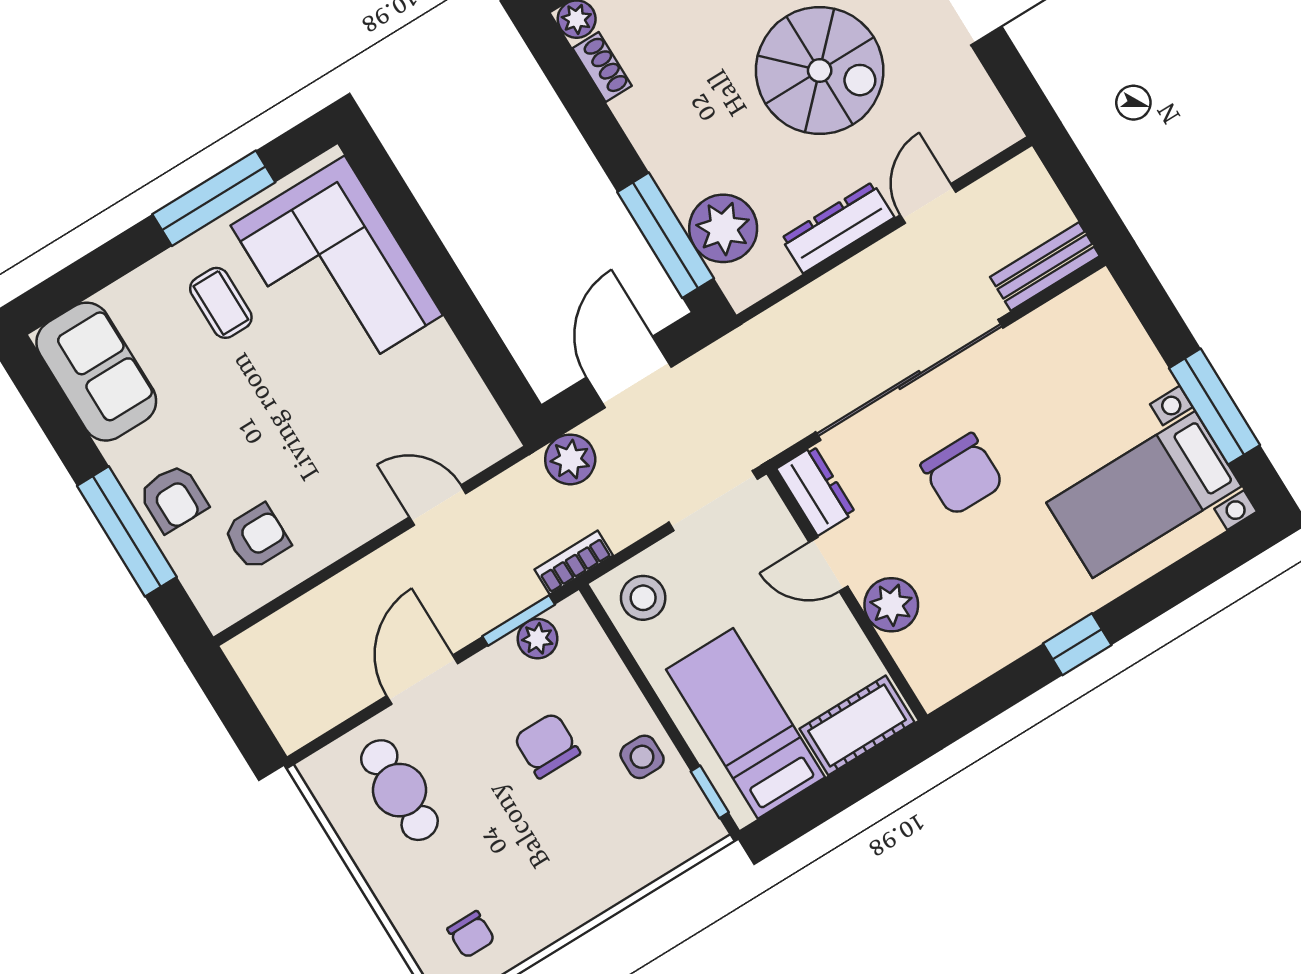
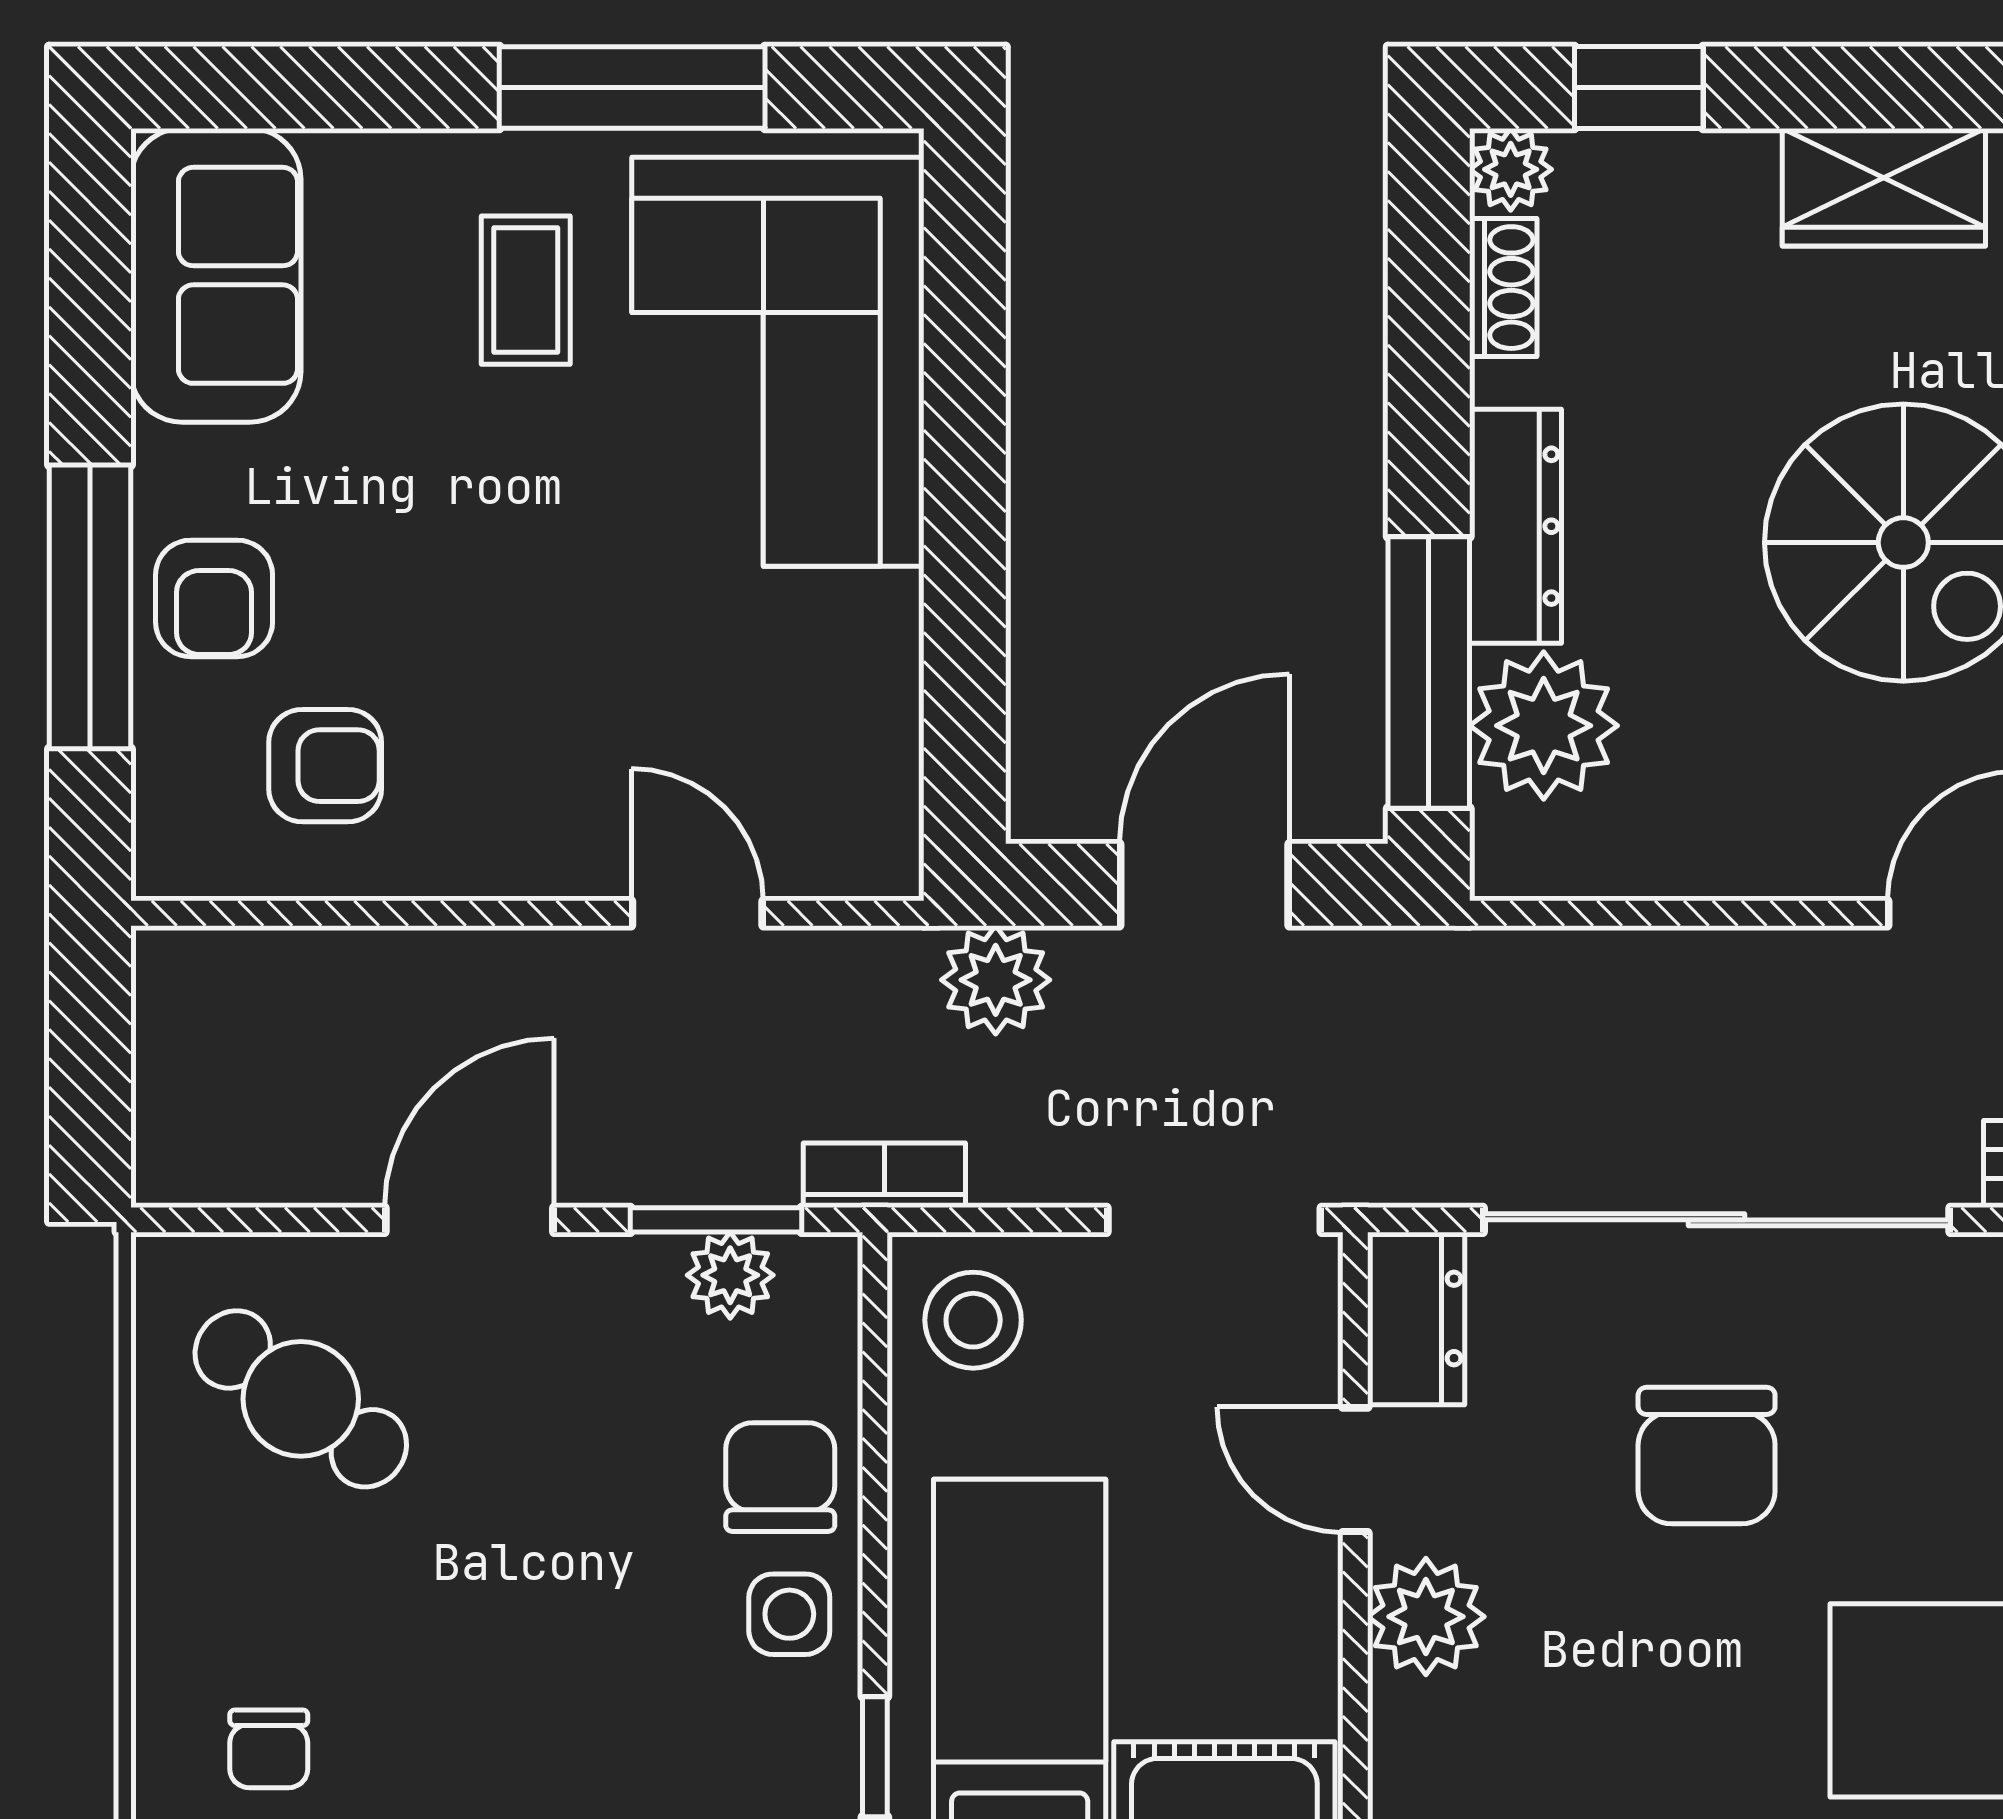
dresser: (838, 228) -> (1516, 526), moved, turned 90
chair: (547, 745) -> (780, 1477), moved
cafe table: (399, 790) -> (301, 1399), turned -54

